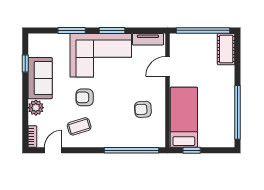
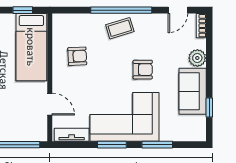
door: (167, 67) -> (50, 104), hinge flipped
coffee table: (79, 126) -> (120, 28), moved
window: (131, 150) -> (121, 10), moved

